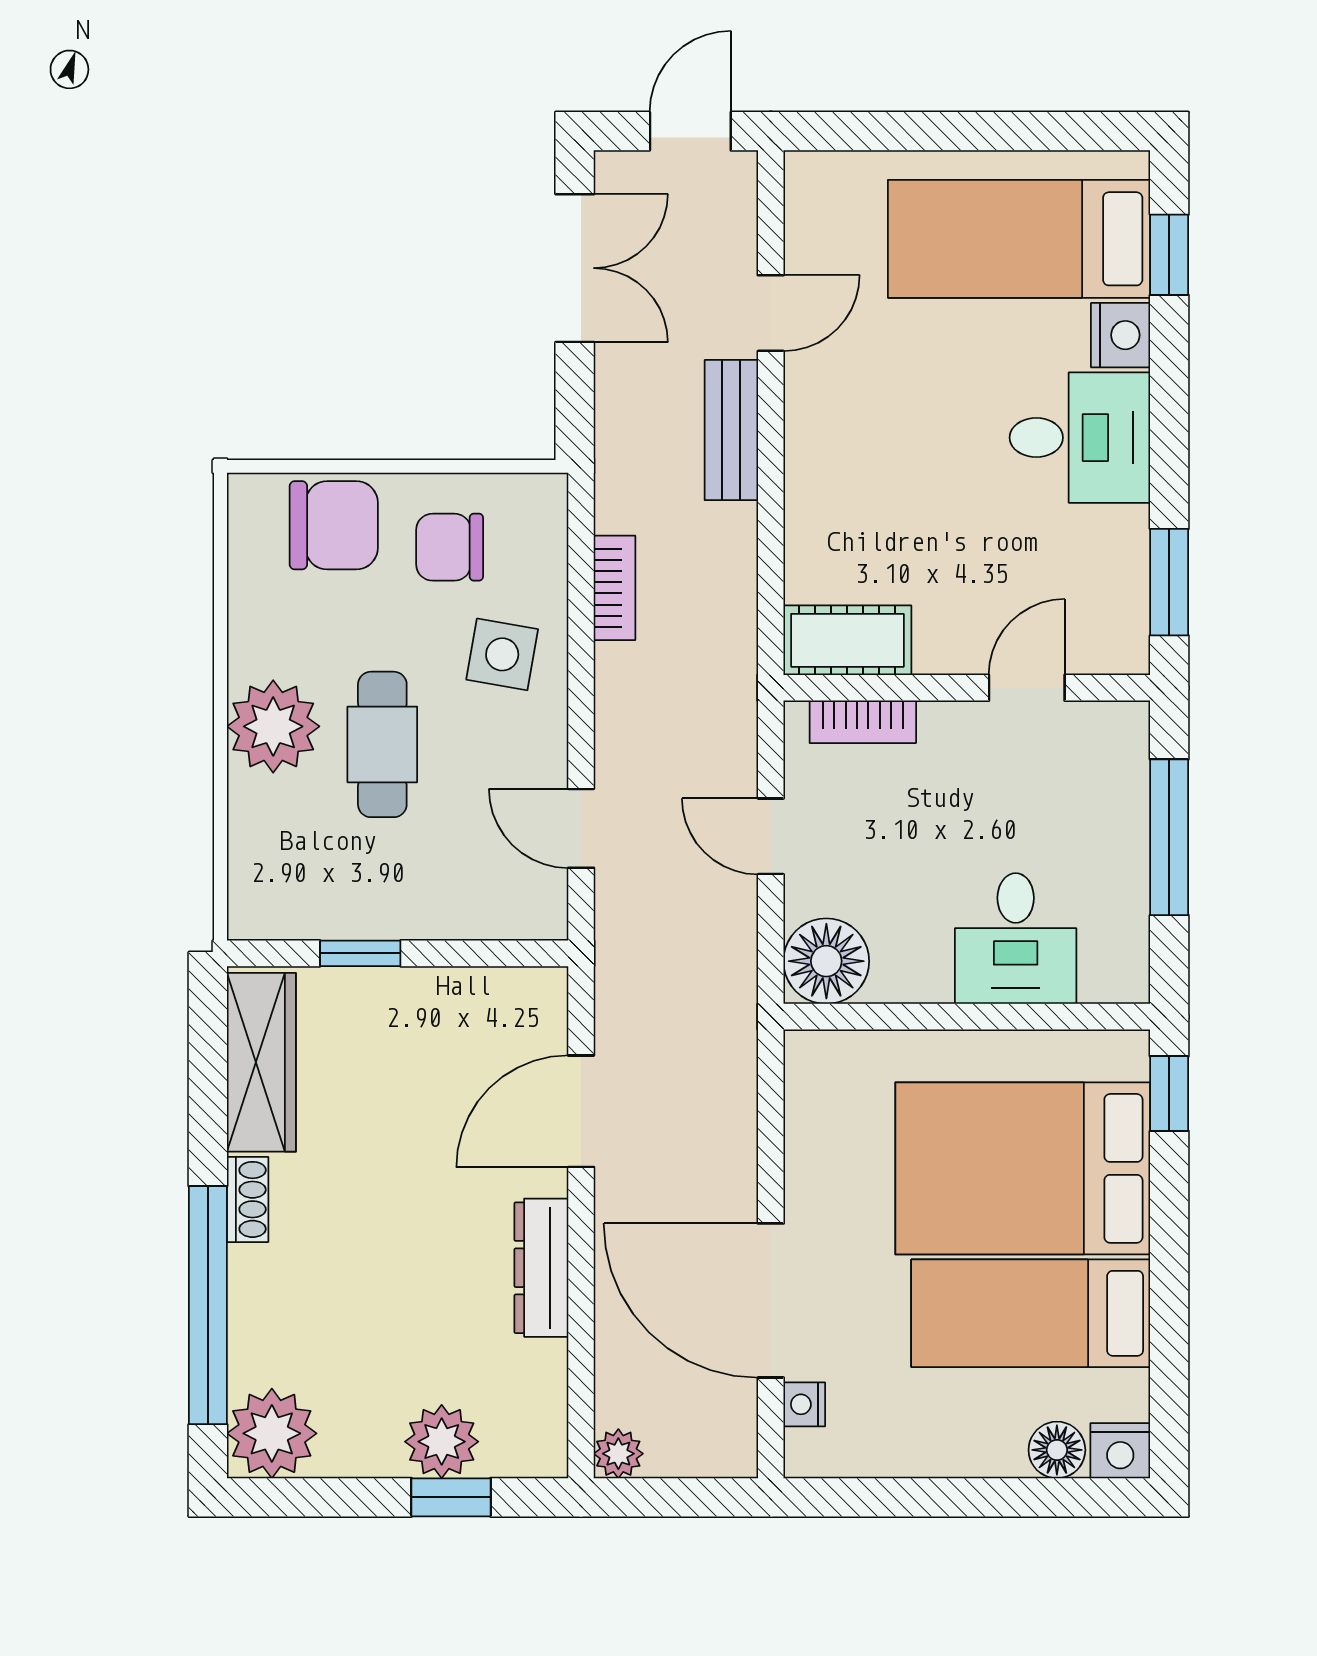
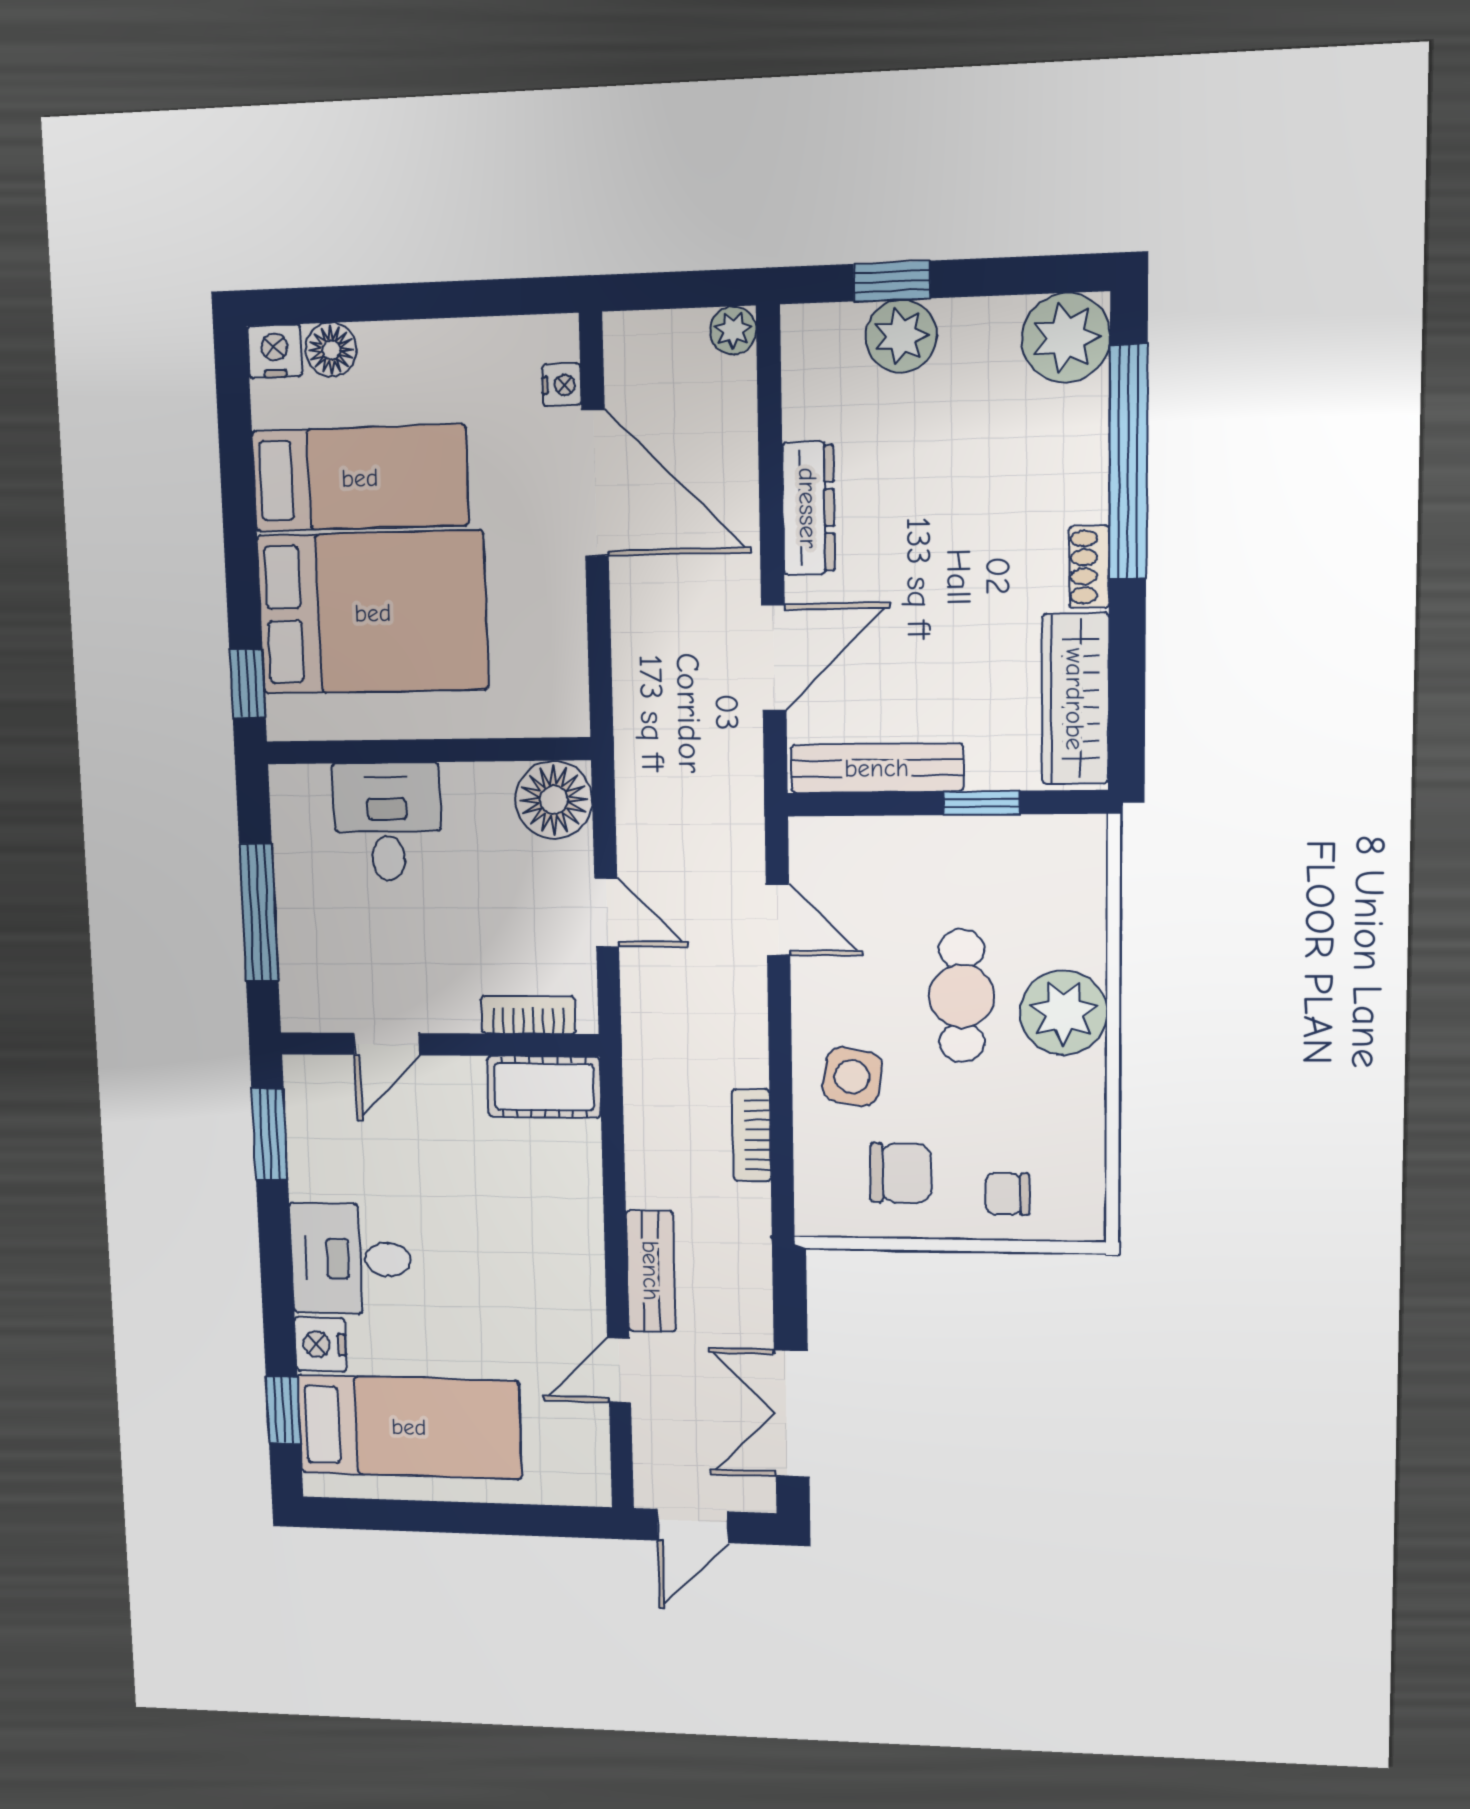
chair: (334, 525) -> (1007, 1194), width x0.54, depth x0.54
bench: (471, 992) -> (877, 768), added

